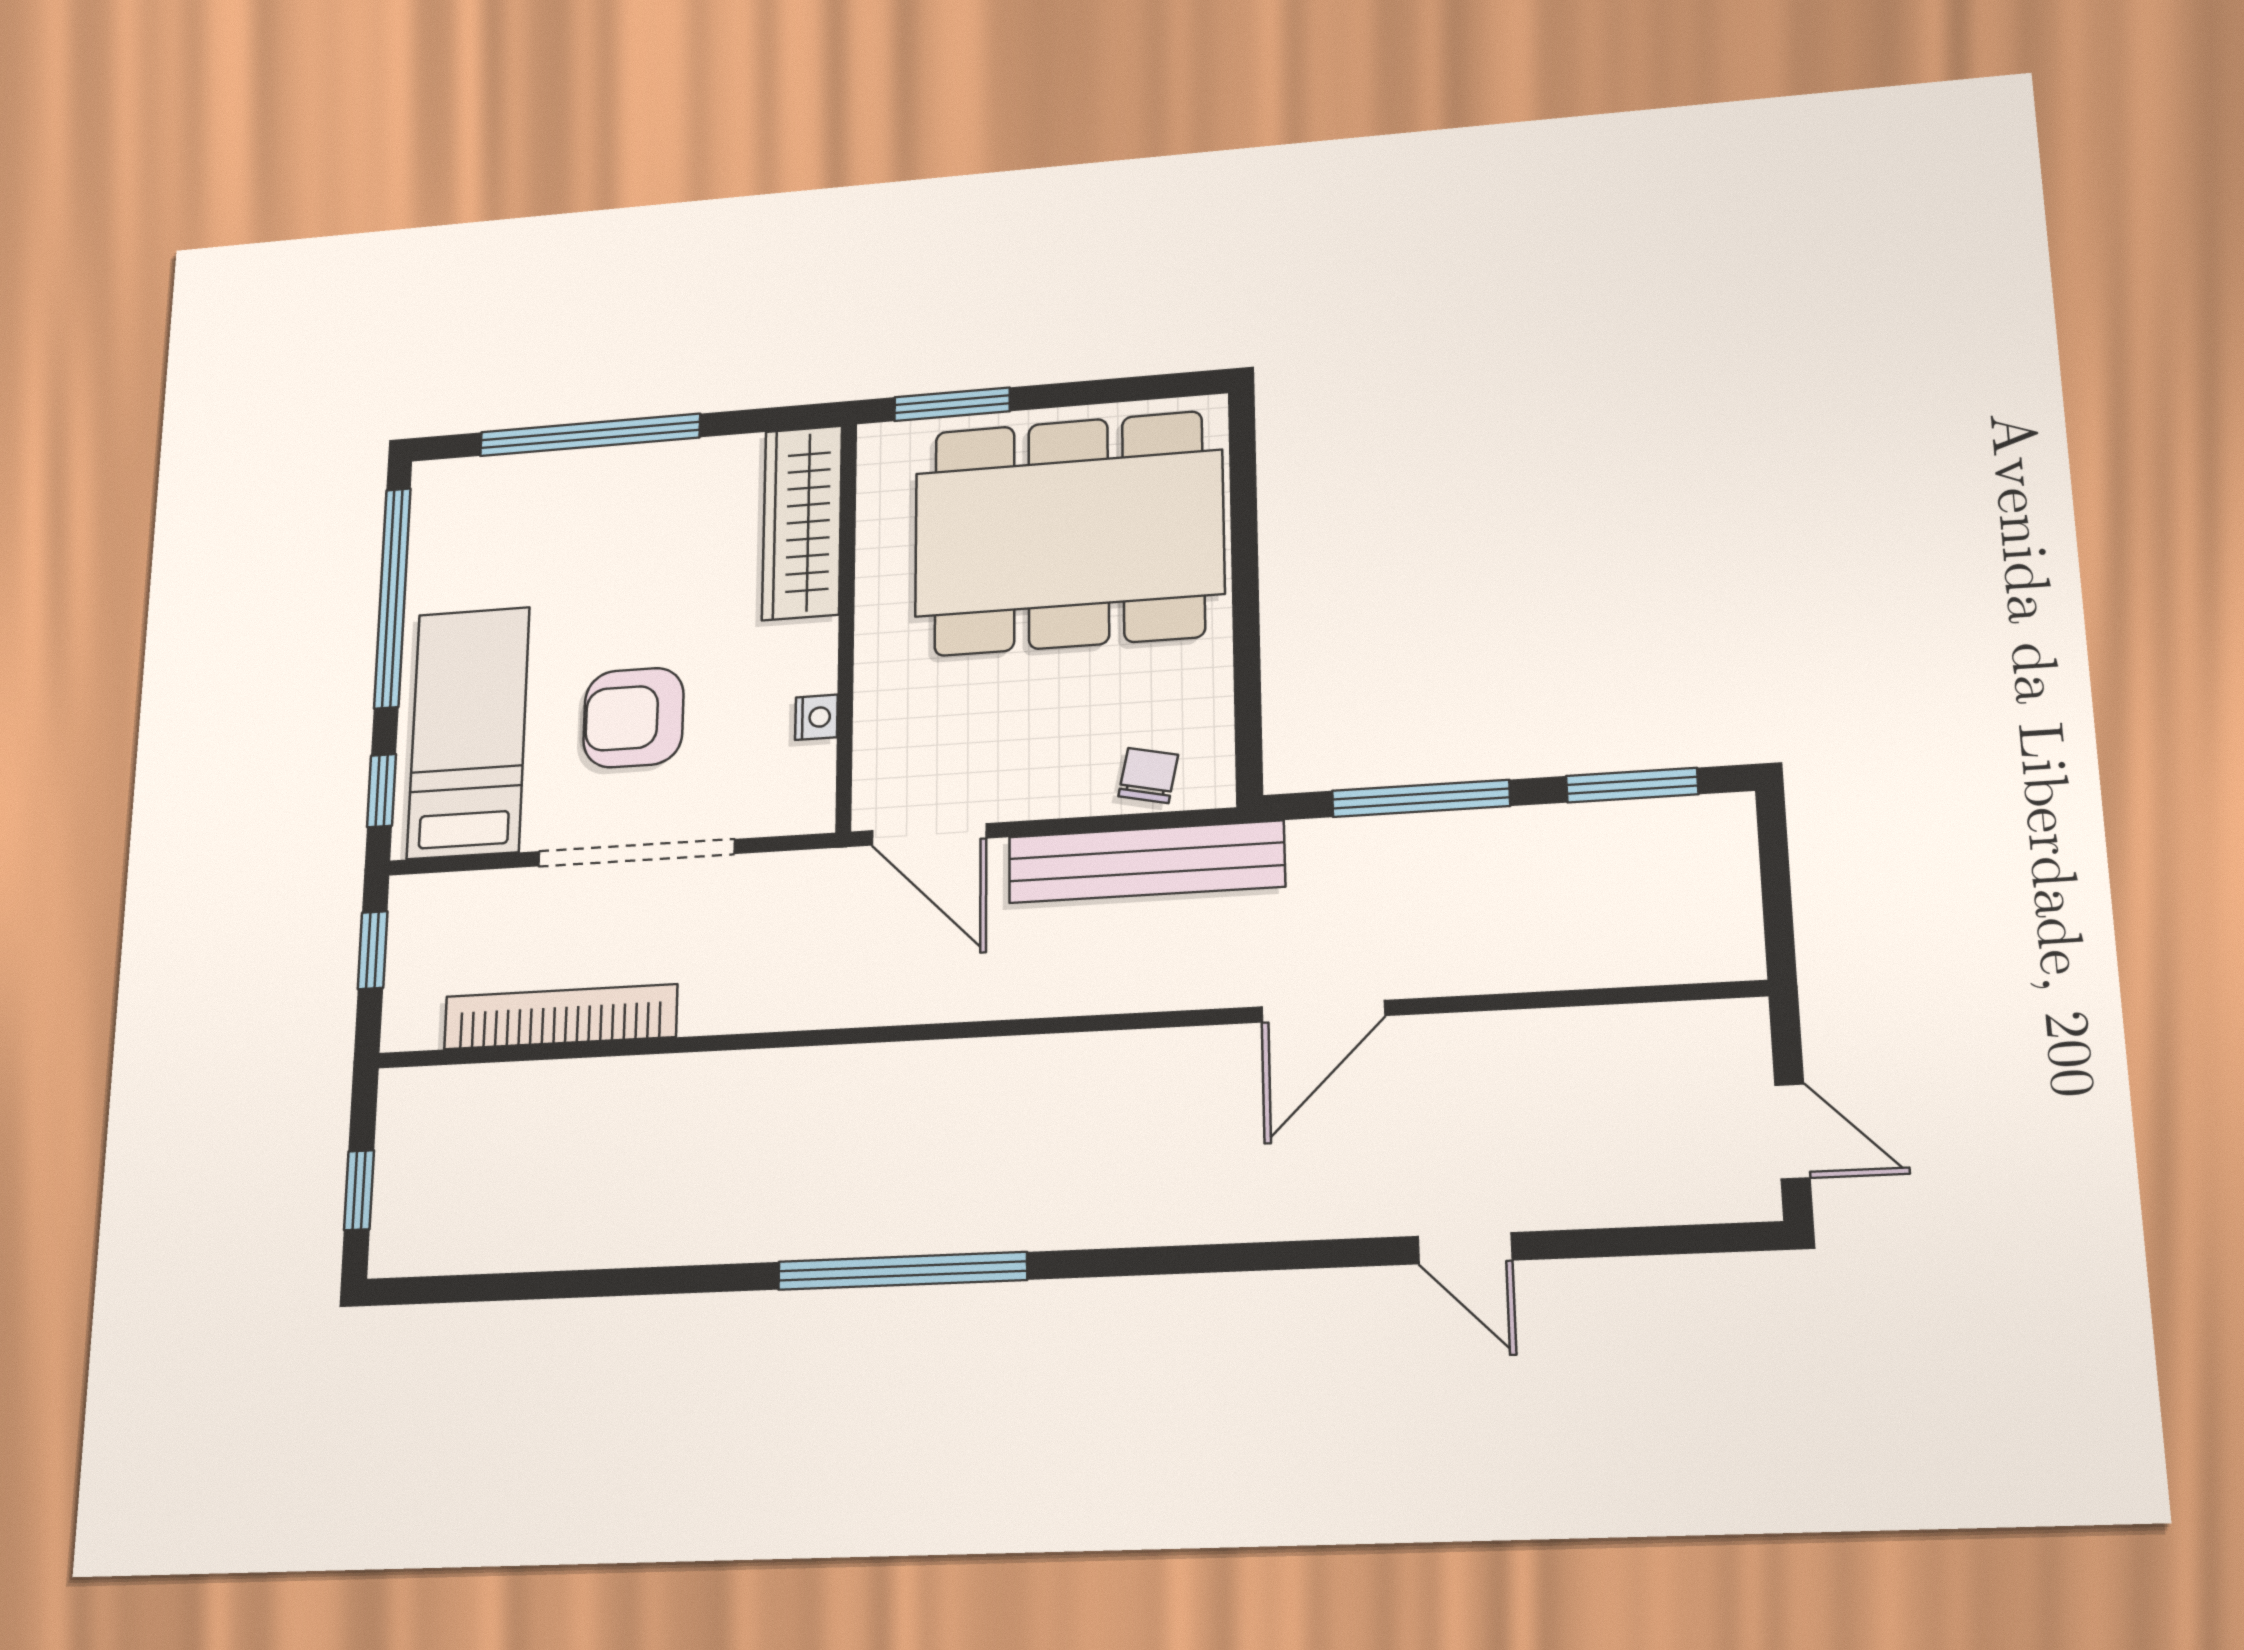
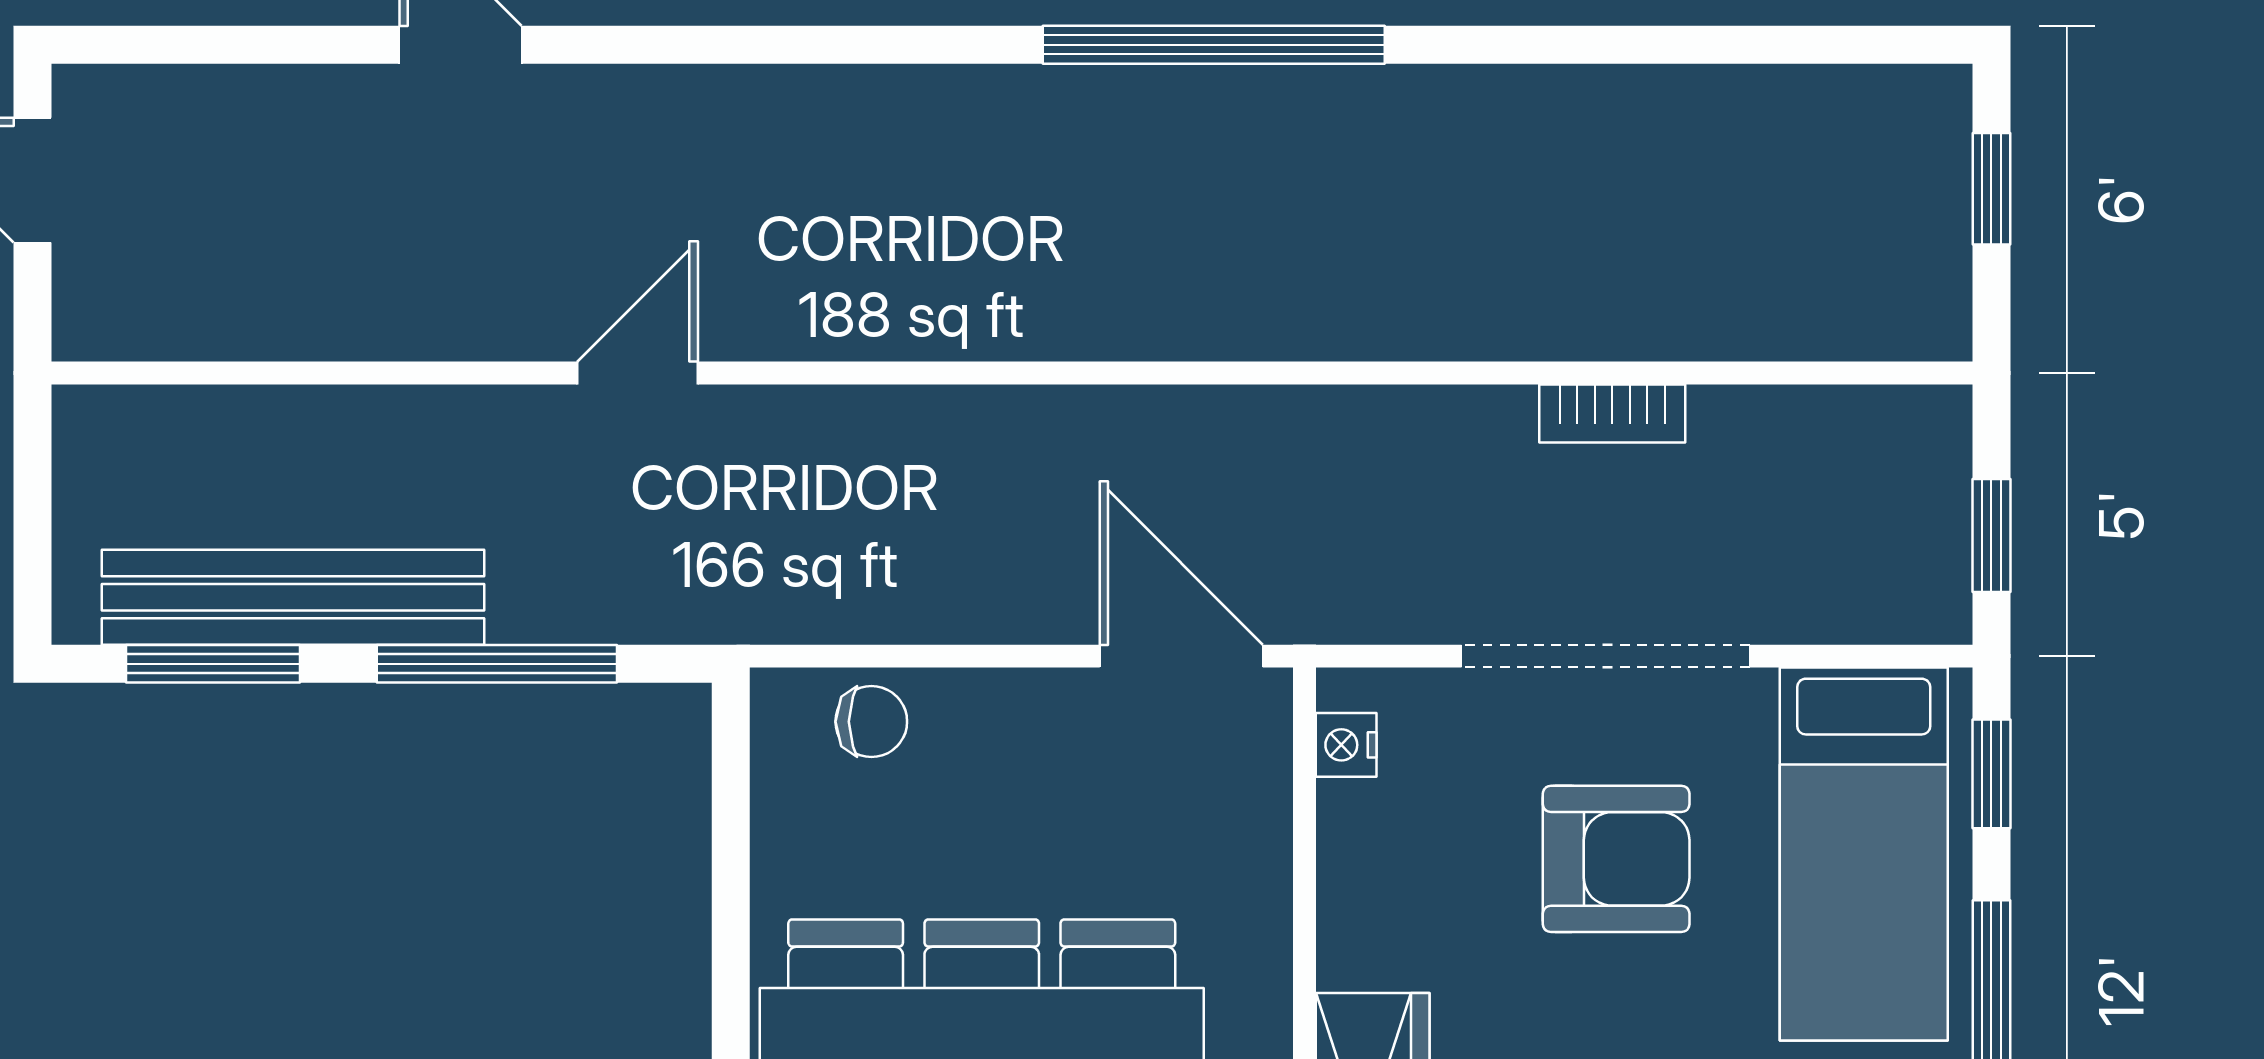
nightstand: (816, 717) -> (1346, 745), moved
chair: (1148, 776) -> (871, 722), turned -102
bench: (1146, 862) -> (293, 597), moved
door: (1323, 1011) -> (638, 373), width x0.73
bookcase: (560, 1017) -> (1612, 414), width x0.43, depth x0.76

